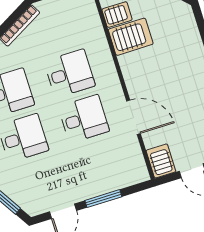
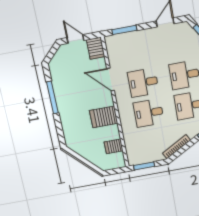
server rack: (131, 37) -> (104, 117), moved
window: (103, 199) -> (124, 30), moved

